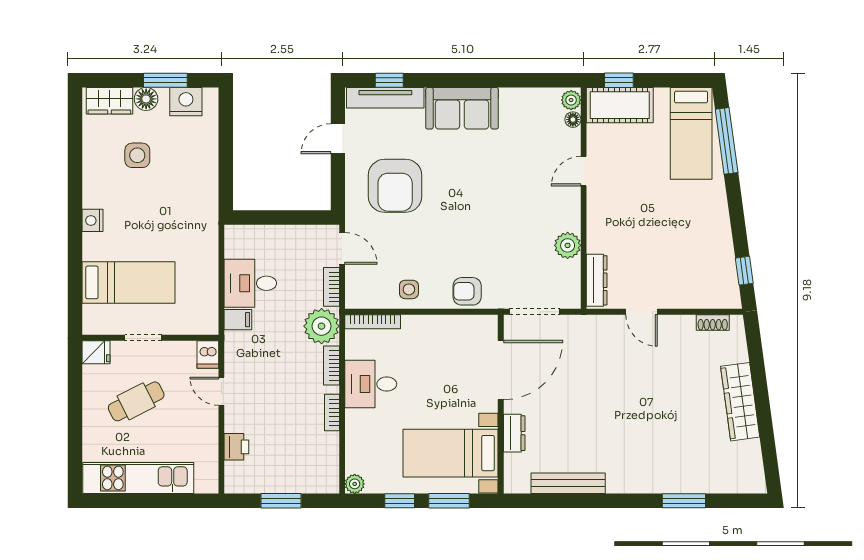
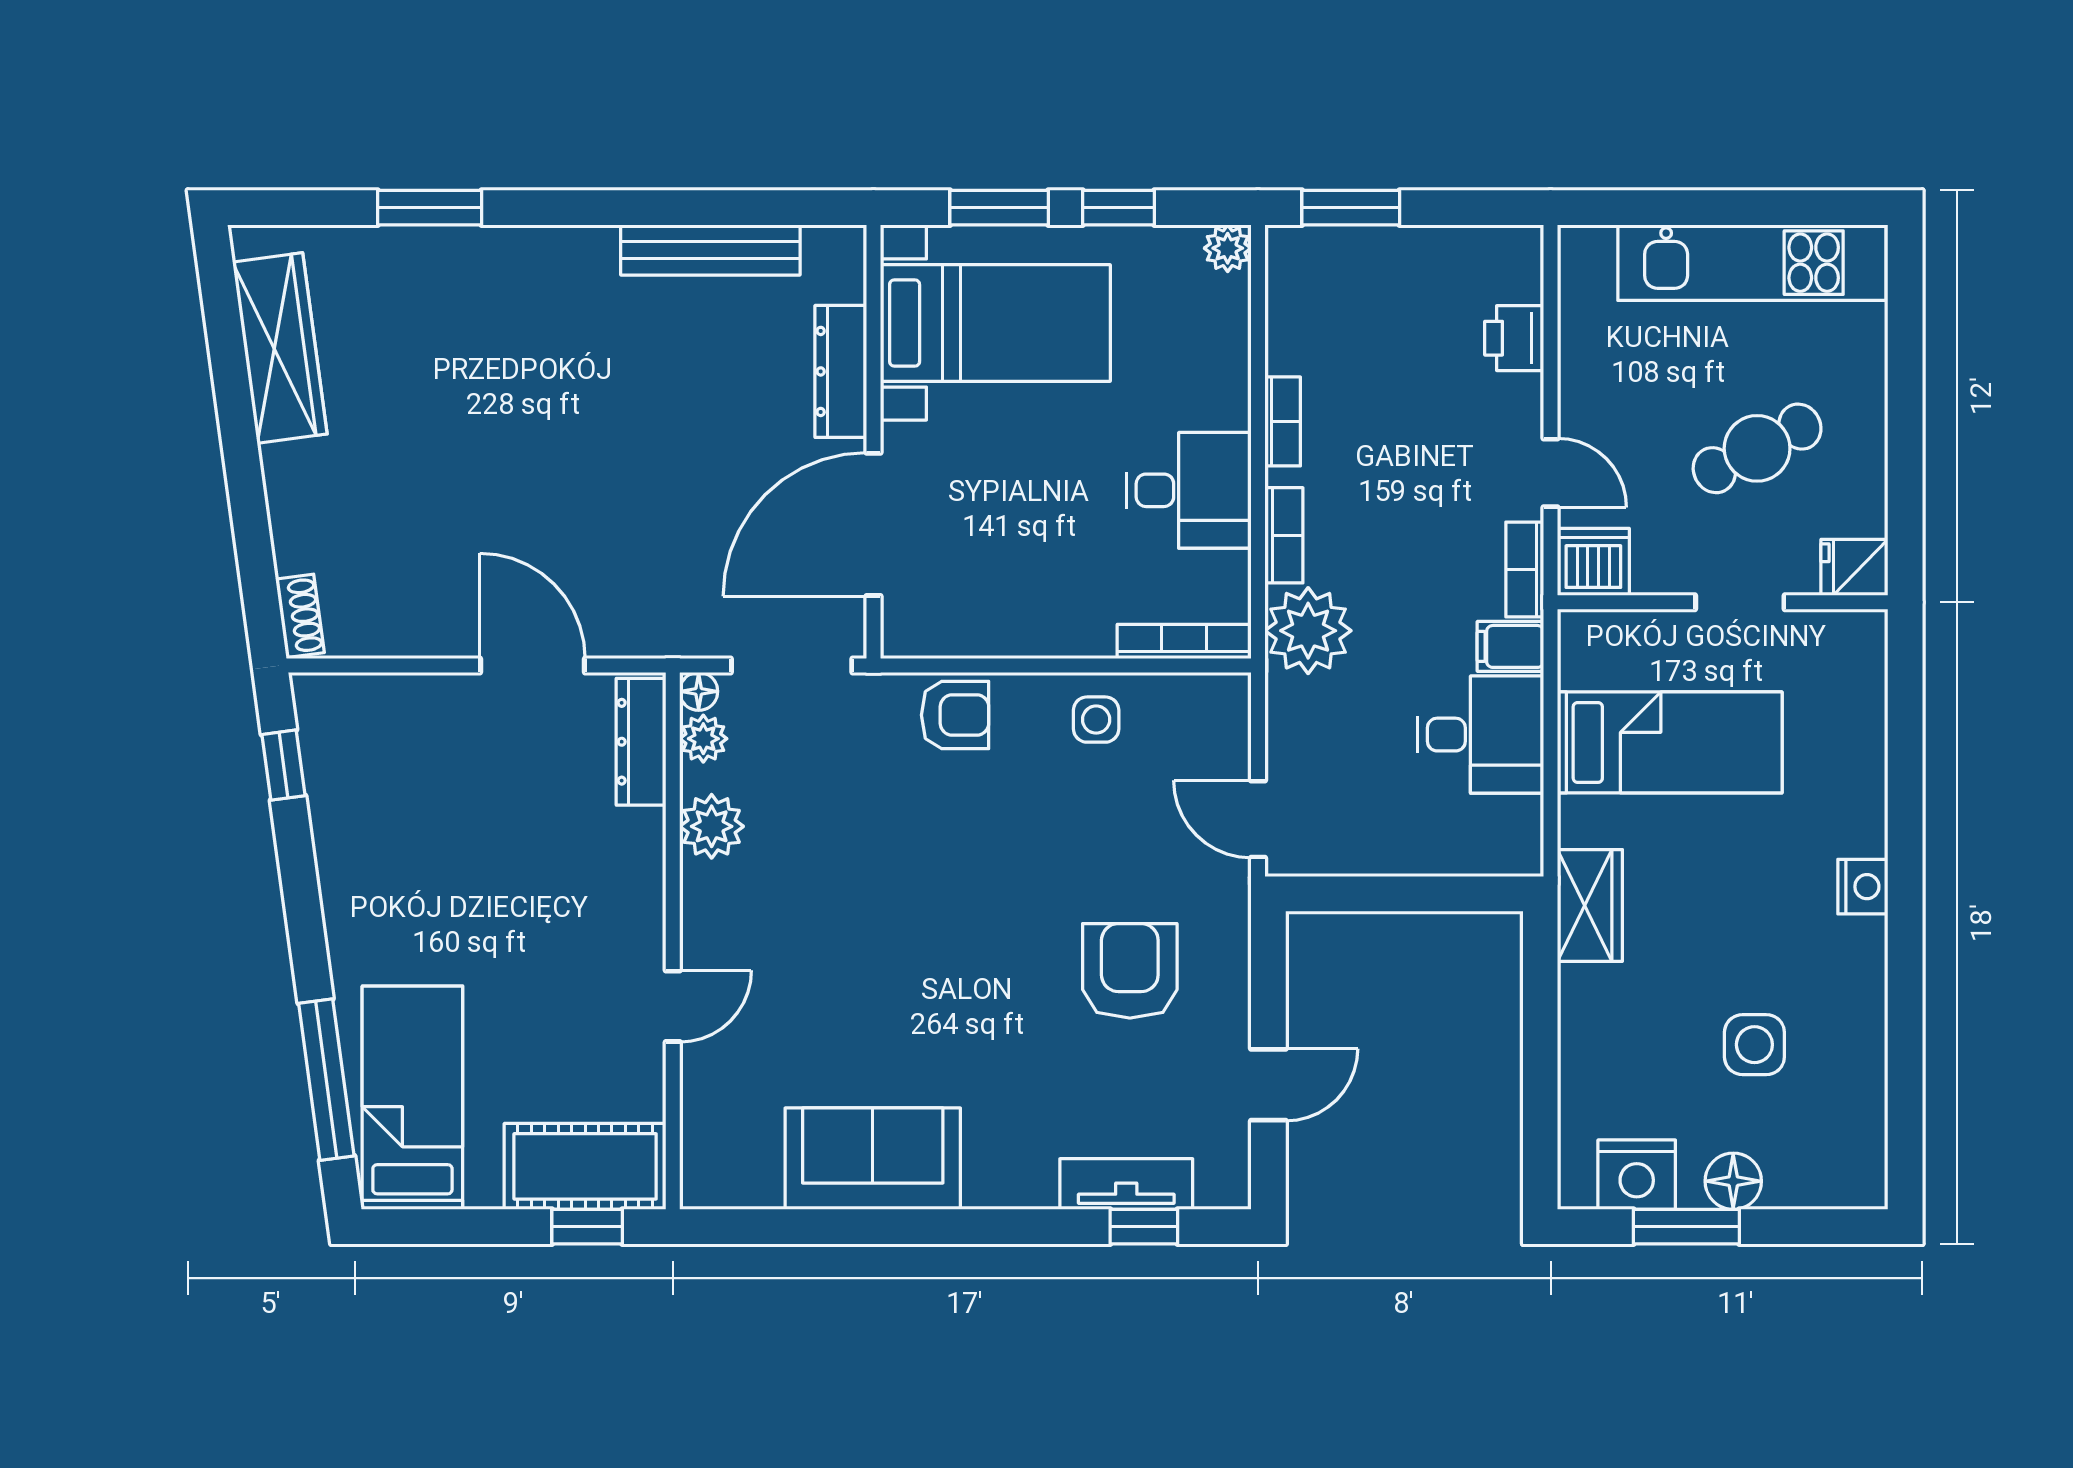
tv unit: (385, 98) -> (1126, 1184), width x0.71
plant: (571, 100) -> (703, 739), moved
wardrobe: (109, 101) -> (1590, 905), moved, turned 90
sofa: (462, 108) -> (873, 1159), moved
floor lamp: (573, 120) -> (699, 691), moved
armchair: (395, 186) -> (1130, 971), width x0.73, depth x0.73
bed: (129, 282) -> (1670, 742), moved, turned 180
bookcase: (331, 287) -> (1525, 569), moved, turned 180
door: (642, 312) -> (532, 665), width x1.38
shoe rack: (713, 323) -> (300, 616), moved, turned 82
dishwasher: (208, 355) -> (1593, 562), width x1.38
wardrobe: (740, 402) -> (280, 348), moved
dresser: (514, 433) -> (841, 371), width x1.44
window: (281, 501) -> (1351, 208), moved

